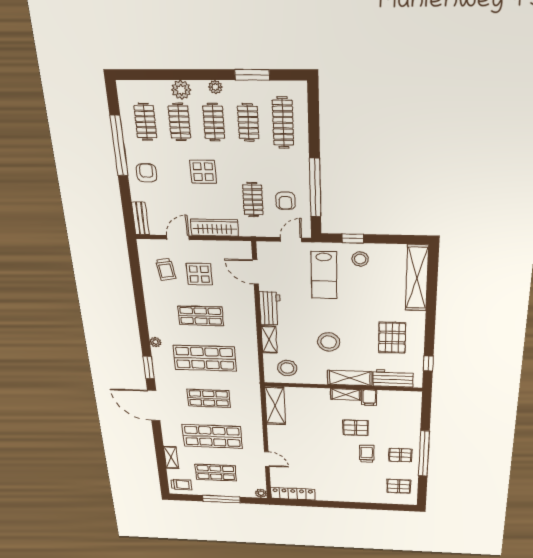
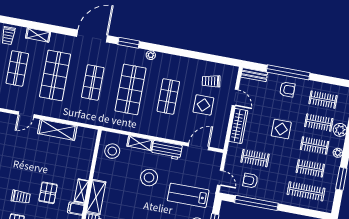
window: (119, 146) -> (288, 72), moved
stool: (329, 342) -> (149, 178), moved
shelving: (275, 406) -> (57, 130), moved

